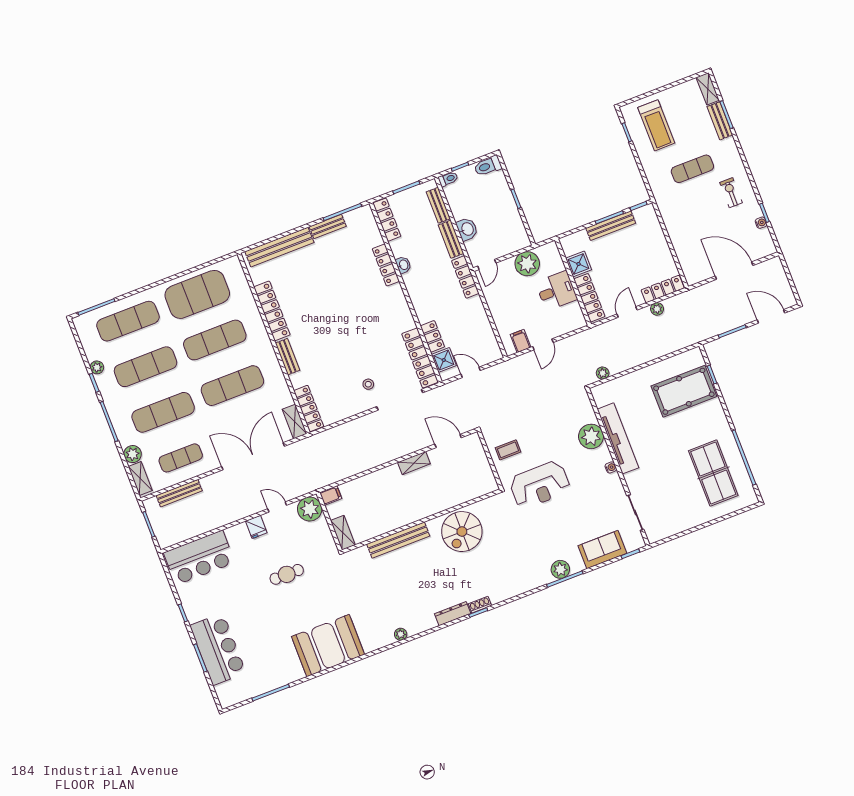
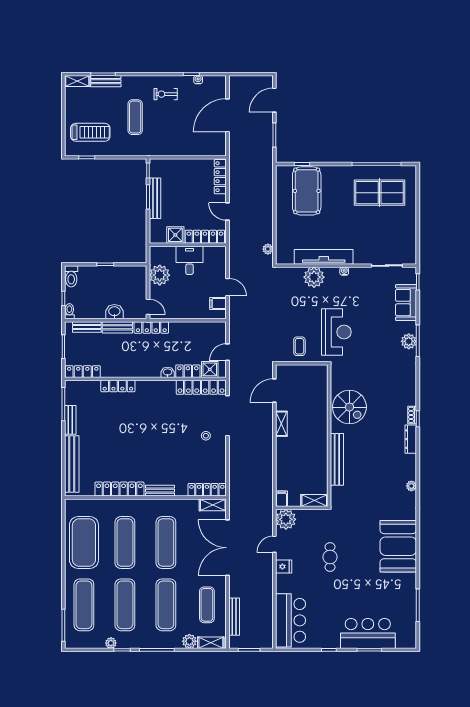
washbasin: (403, 265) -> (168, 372), moved
plant: (657, 309) -> (234, 187), removed

